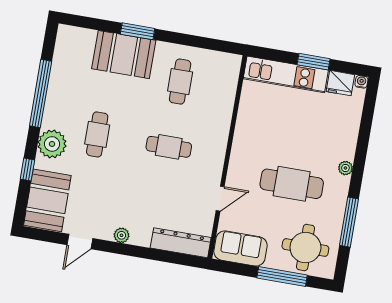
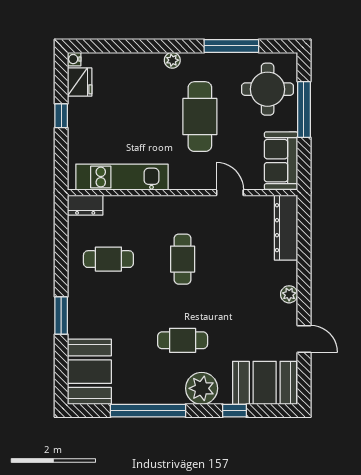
booth: (124, 55) -> (89, 372), moved
window: (314, 62) -> (61, 116), width x0.67
dresser: (231, 69) -> (85, 205), added
kitchen unit: (286, 74) -> (122, 177), moved, turned -90

